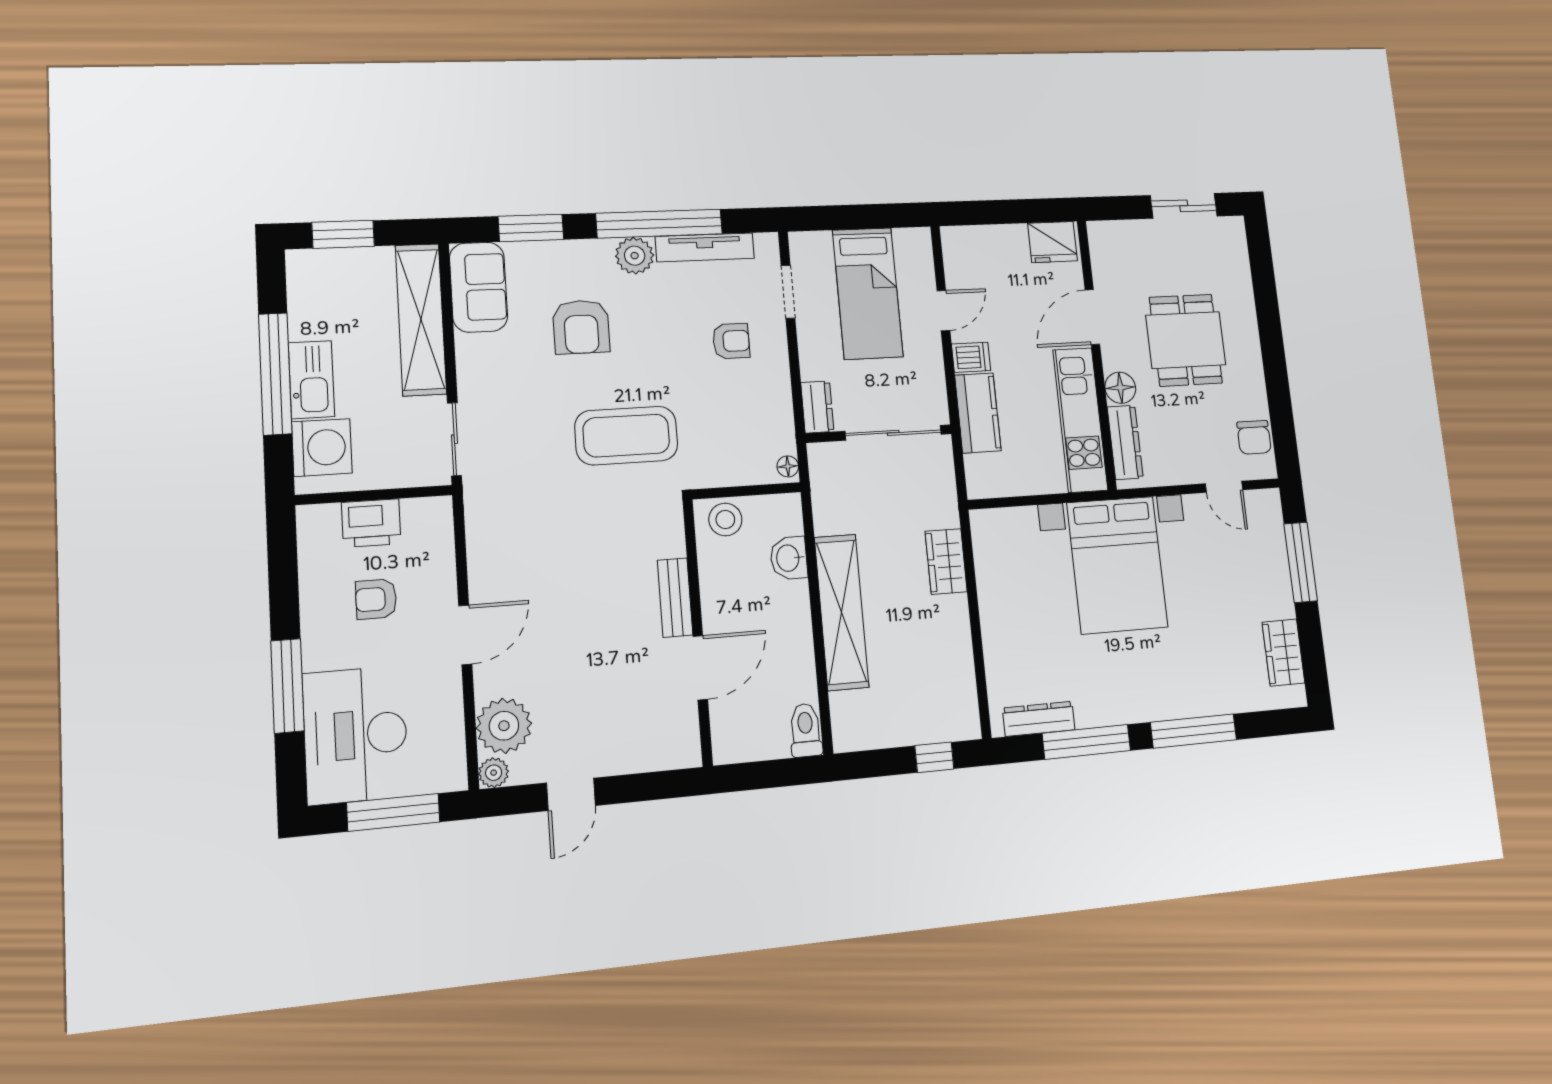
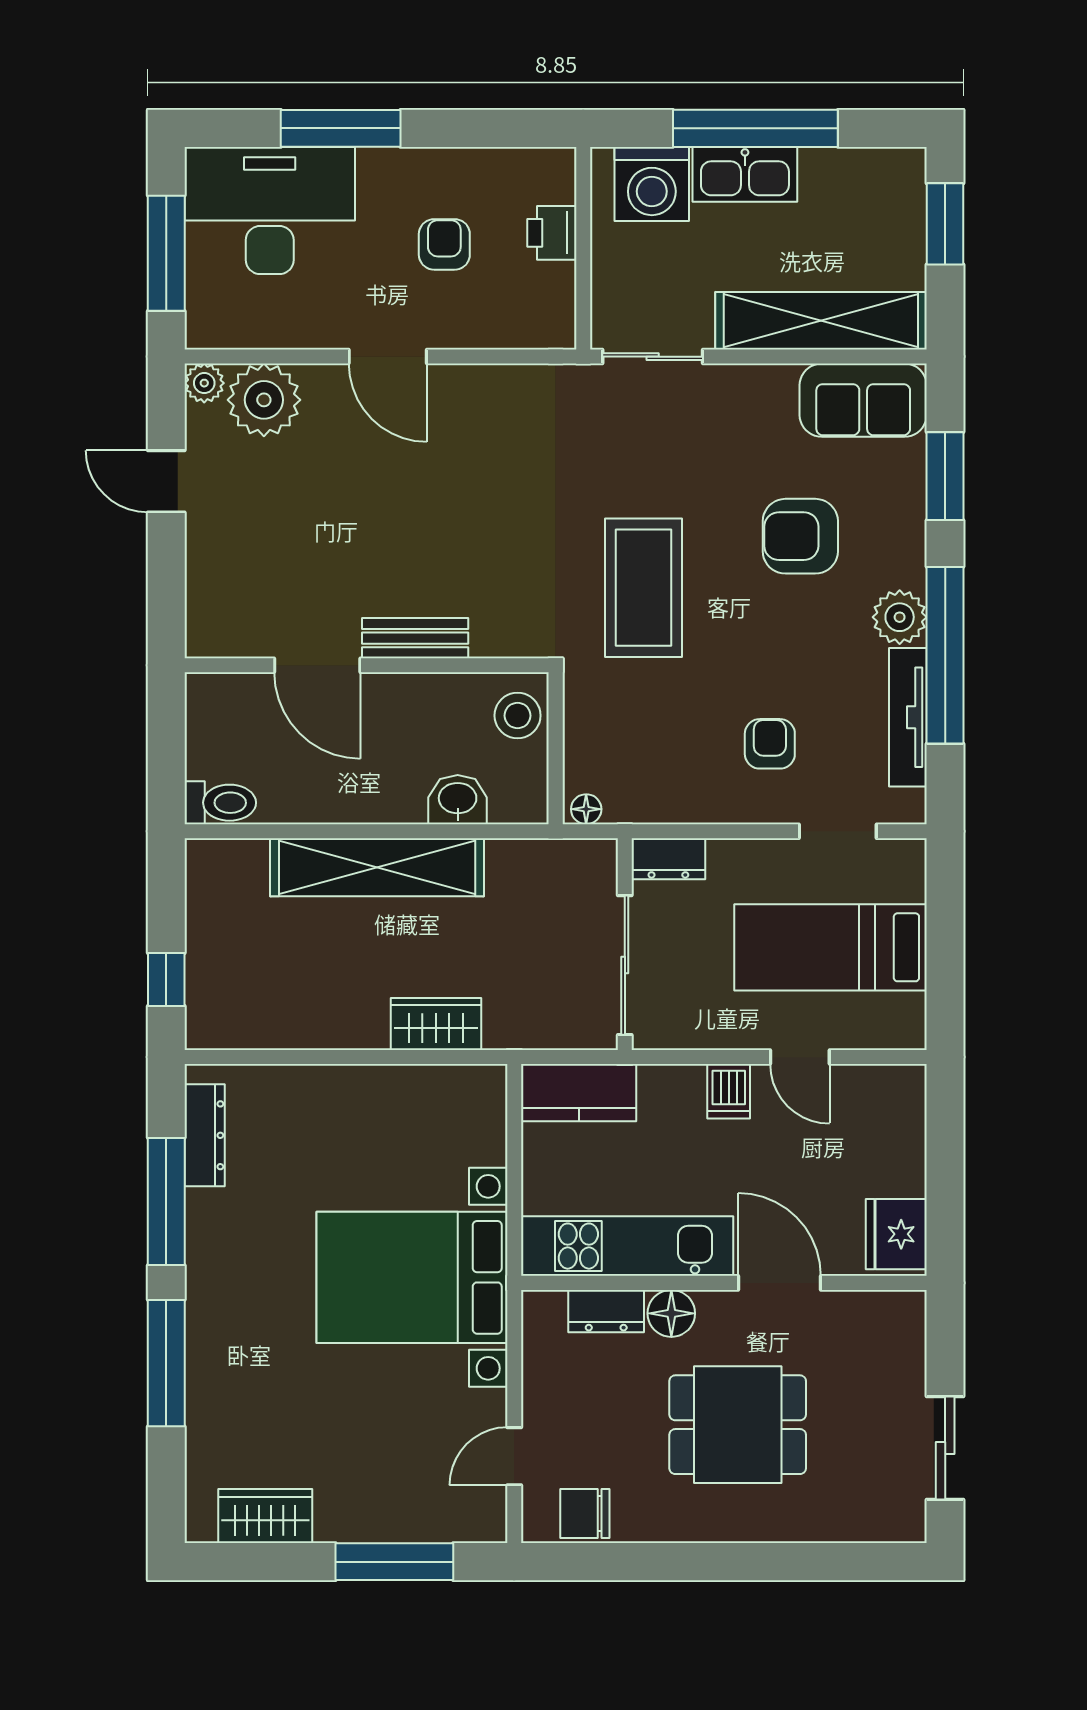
armchair: (731, 341) -> (770, 744), turned 180
kitchen counter: (978, 413) -> (579, 1093), moved
dresser: (1125, 442) -> (606, 1311), width x0.70
printer: (371, 523) -> (552, 233), width x0.73, depth x0.81

